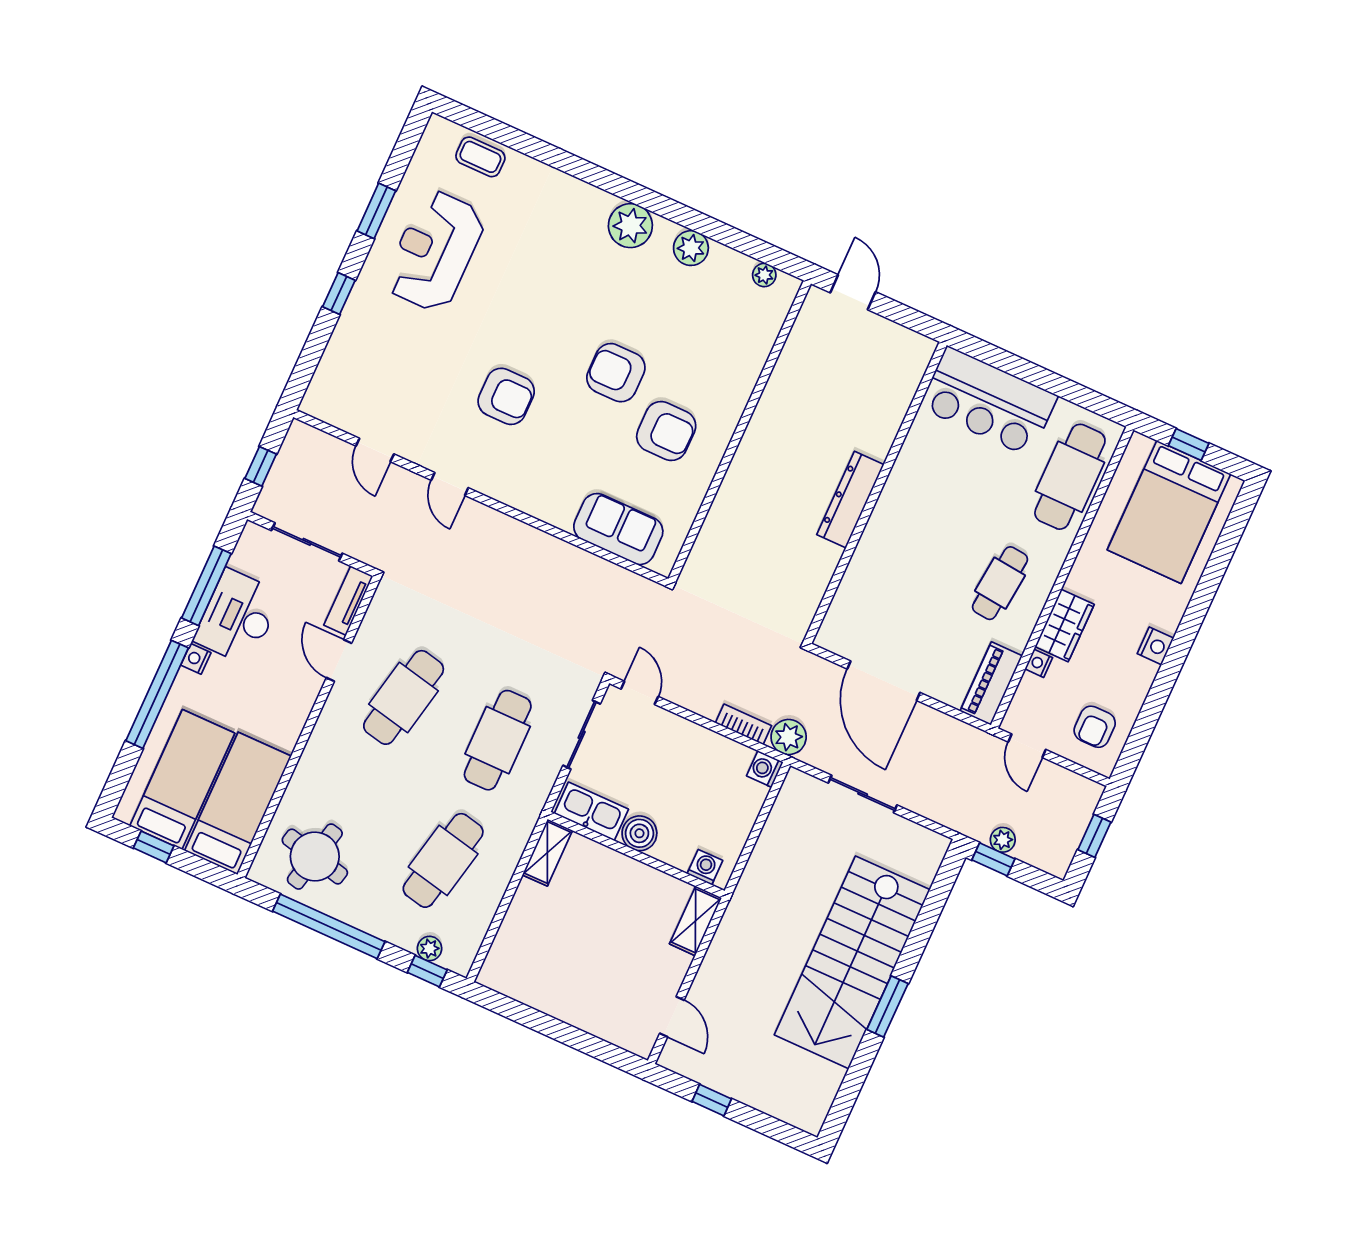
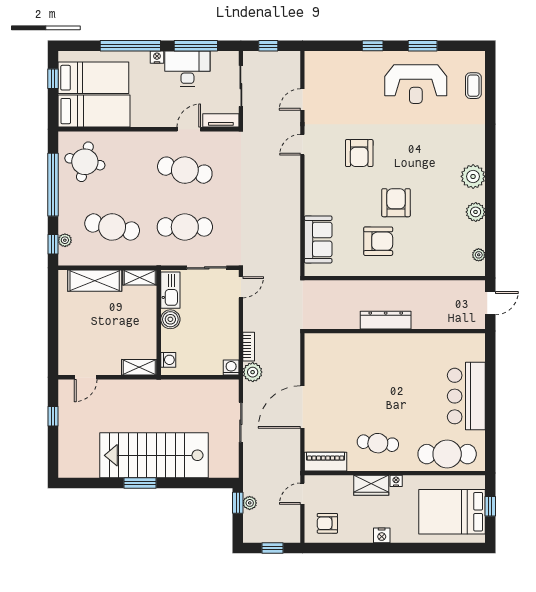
reception desk: (435, 251) -> (416, 84), turned 180
armchair: (666, 431) -> (378, 241), turned -90
wall: (875, 493) -> (395, 331), moved
dresser: (850, 500) -> (386, 320), moved
nightstand: (1039, 663) -> (396, 481), moved
shelving: (519, 930) -> (95, 281), added

